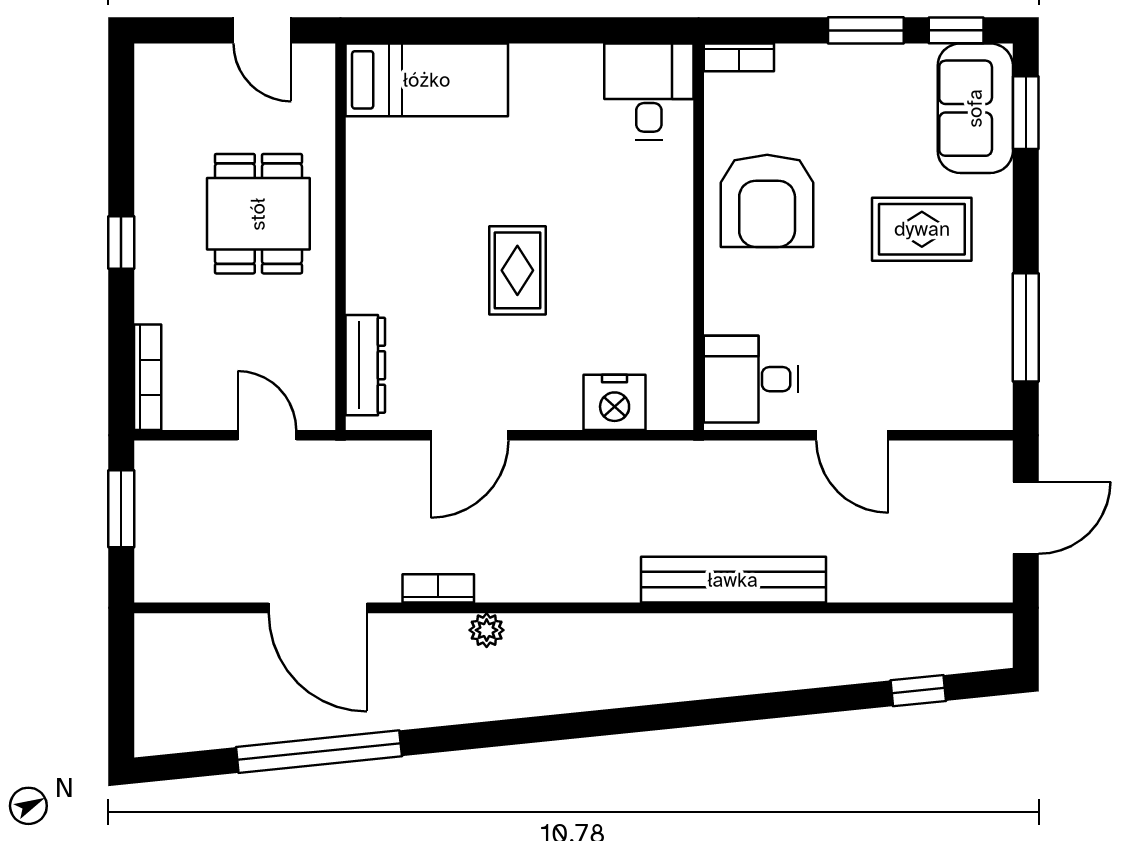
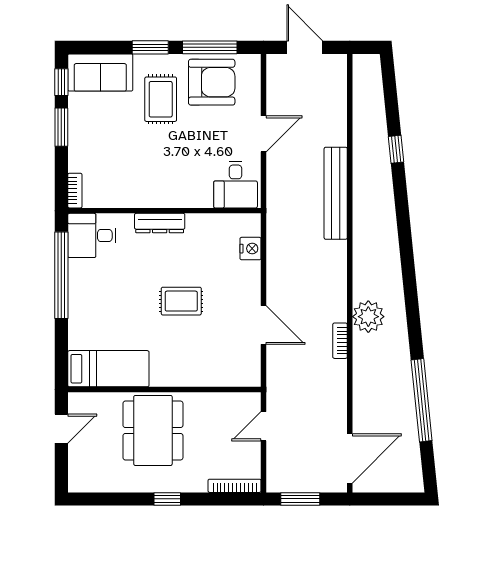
window: (569, 30) -> (61, 275), added
bed: (427, 80) -> (108, 369), moved, turned 90
window: (1026, 113) -> (150, 47), moved
armchair: (767, 201) -> (212, 82), moved
dining table: (258, 214) -> (153, 430), width x1.38
dresser: (365, 365) -> (160, 223), moved, turned 180
nightstand: (615, 402) -> (251, 249), width x0.74, depth x0.75
door: (318, 608) -> (350, 459), moved
plant: (487, 630) -> (368, 317), width x1.88, depth x1.88
window: (918, 691) -> (396, 149), moved

